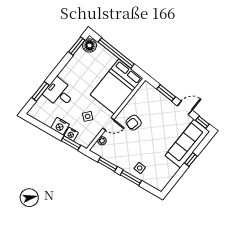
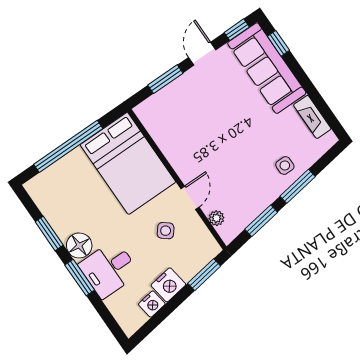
floor lamp: (90, 45) -> (79, 245), moved
window: (77, 46) -> (49, 233), moved
window: (41, 91) -> (80, 277), moved
armchair: (134, 123) -> (201, 152), removed
nightstand: (71, 134) -> (152, 304), moved
window: (191, 159) -> (278, 43), moved
fireplace: (169, 175) -> (312, 117), added

